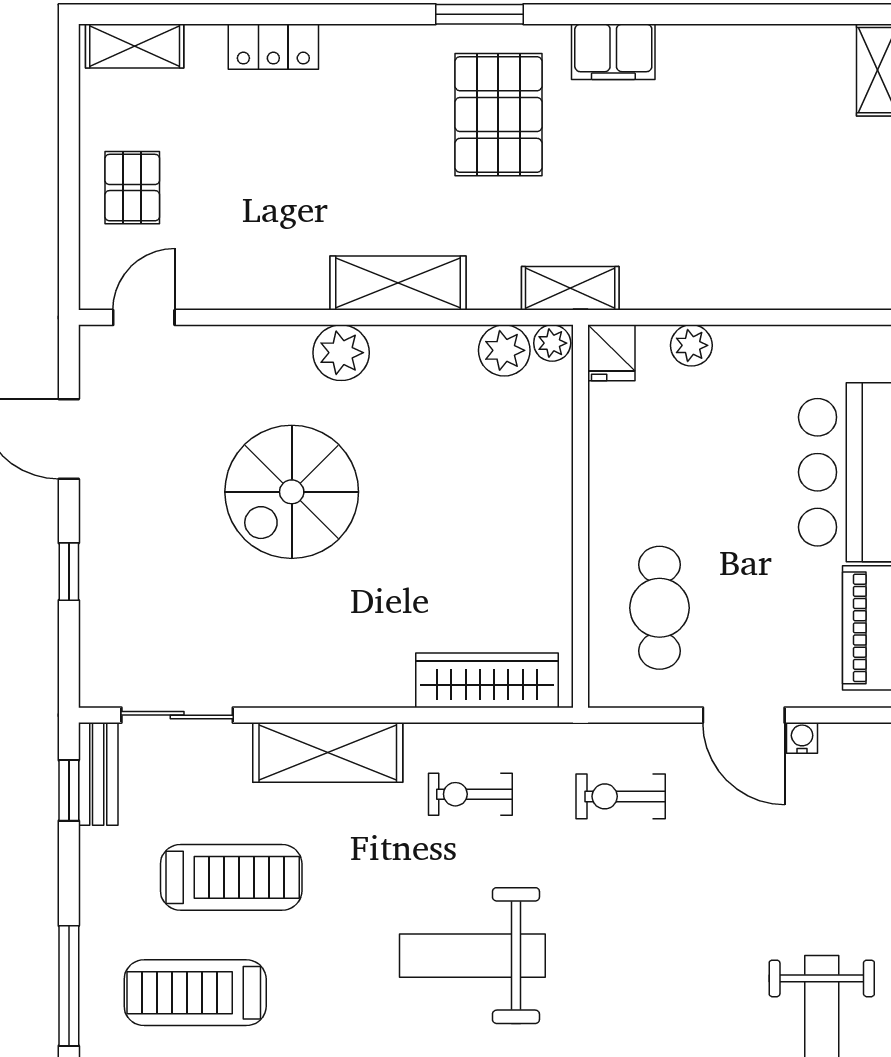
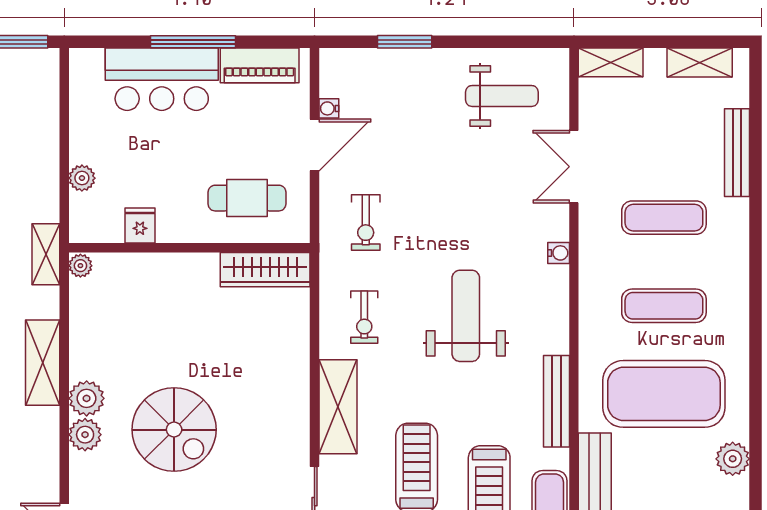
plant: (504, 350) -> (85, 435), moved
fridge: (611, 353) -> (140, 225), moved, turned -90
wardrobe: (487, 680) -> (265, 270), moved, turned -90
weight bench: (472, 956) -> (466, 316), turned 180

